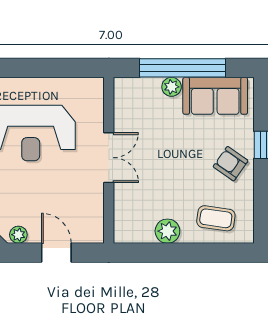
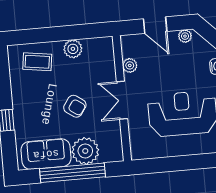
plant: (172, 87) -> (85, 151), width x1.87, depth x1.87
armchair: (231, 164) -> (75, 106), moved
plant: (95, 203) -> (130, 65), added

